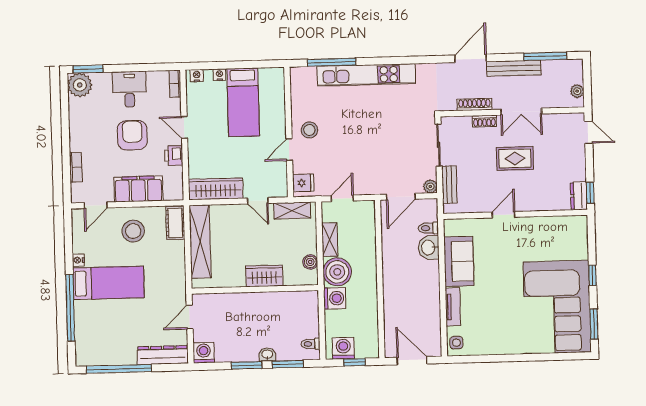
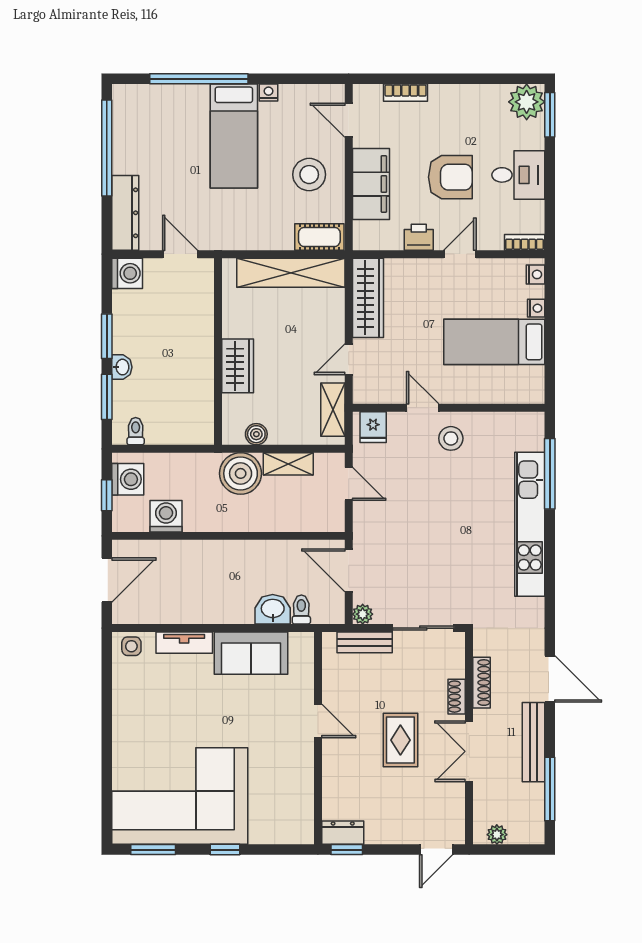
washing machine: (335, 298) -> (166, 516), moved, turned 180

